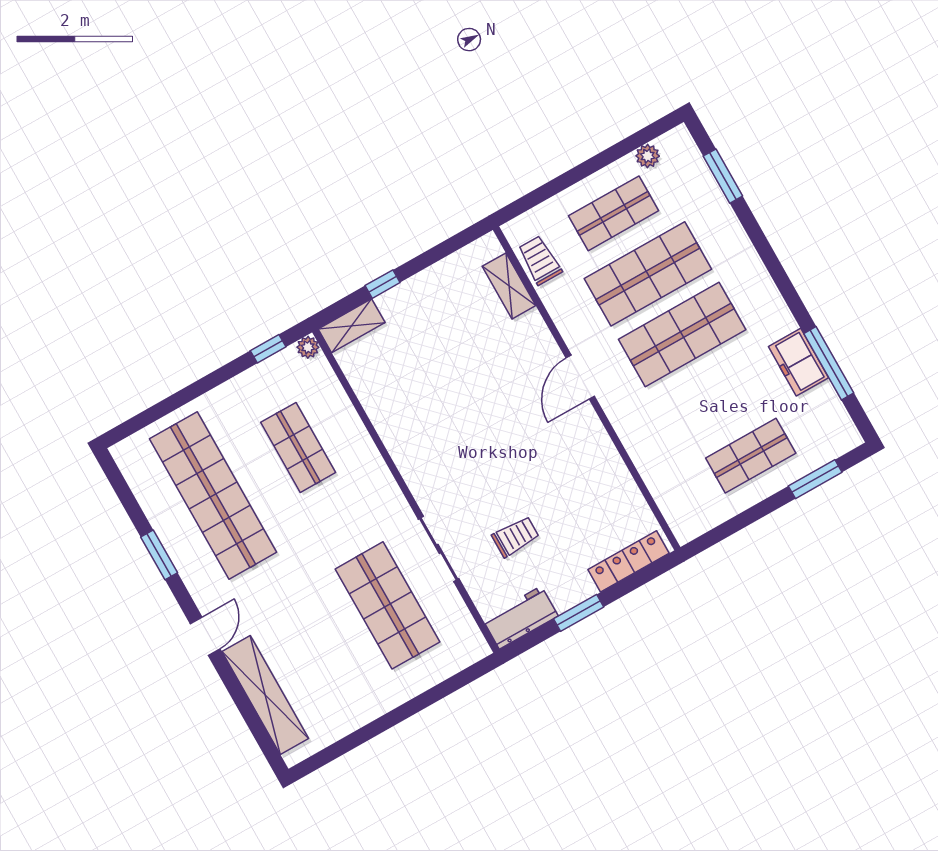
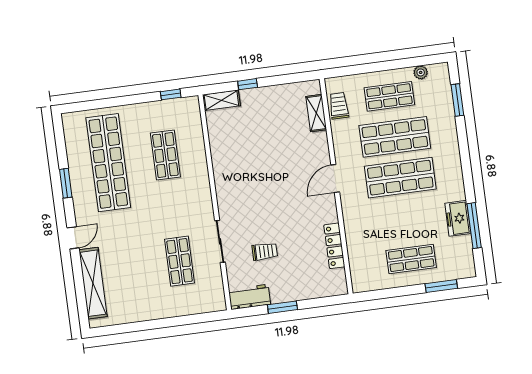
plant: (308, 347) -> (193, 102), removed
locker: (629, 561) -> (334, 246), moved, turned -90
shop shelf: (387, 605) -> (180, 261), width x0.70, depth x0.74

